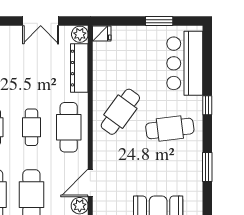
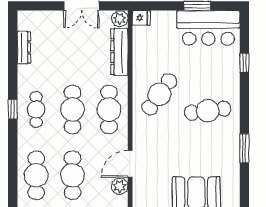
bar counter: (185, 63) -> (208, 28), moved, turned -90
window: (207, 105) -> (244, 63), moved
cafe table: (31, 127) -> (73, 110), width x1.37, depth x1.35

